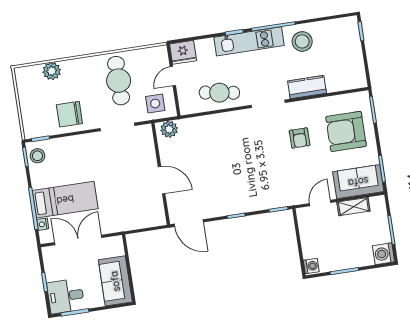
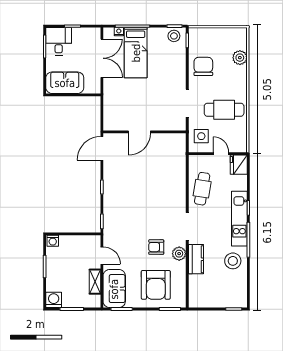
plant: (169, 129) -> (179, 254), moved
armchair: (346, 131) -> (156, 285), turned 180

